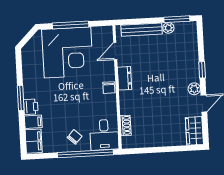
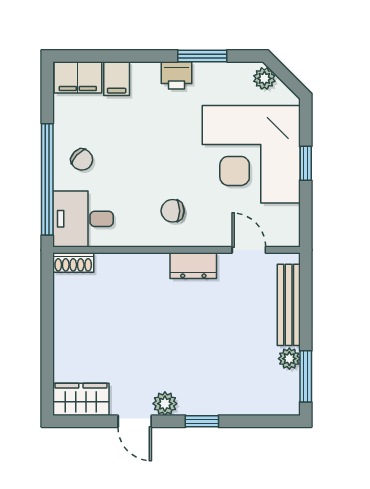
window: (70, 25) -> (306, 163), width x0.46
plant: (29, 48) -> (264, 78), added
chair: (109, 88) -> (173, 211), moved
window: (21, 98) -> (202, 56), moved
printer: (31, 107) -> (176, 75), moved
shoe rack: (126, 125) -> (73, 263), moved

